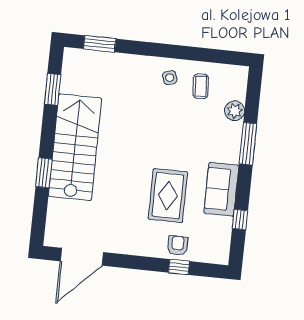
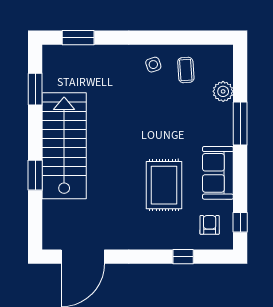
window: (240, 220) -> (240, 222), moved
armchair: (178, 246) -> (210, 225), moved

